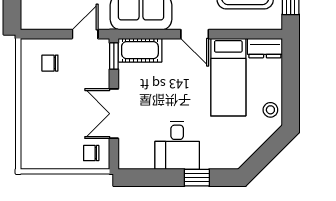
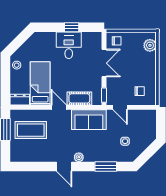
door: (85, 34) -> (120, 107), hinge flipped
cot: (140, 50) -> (79, 98), moved
plant: (32, 145) -> (150, 45), added
window: (197, 178) -> (72, 27), moved

